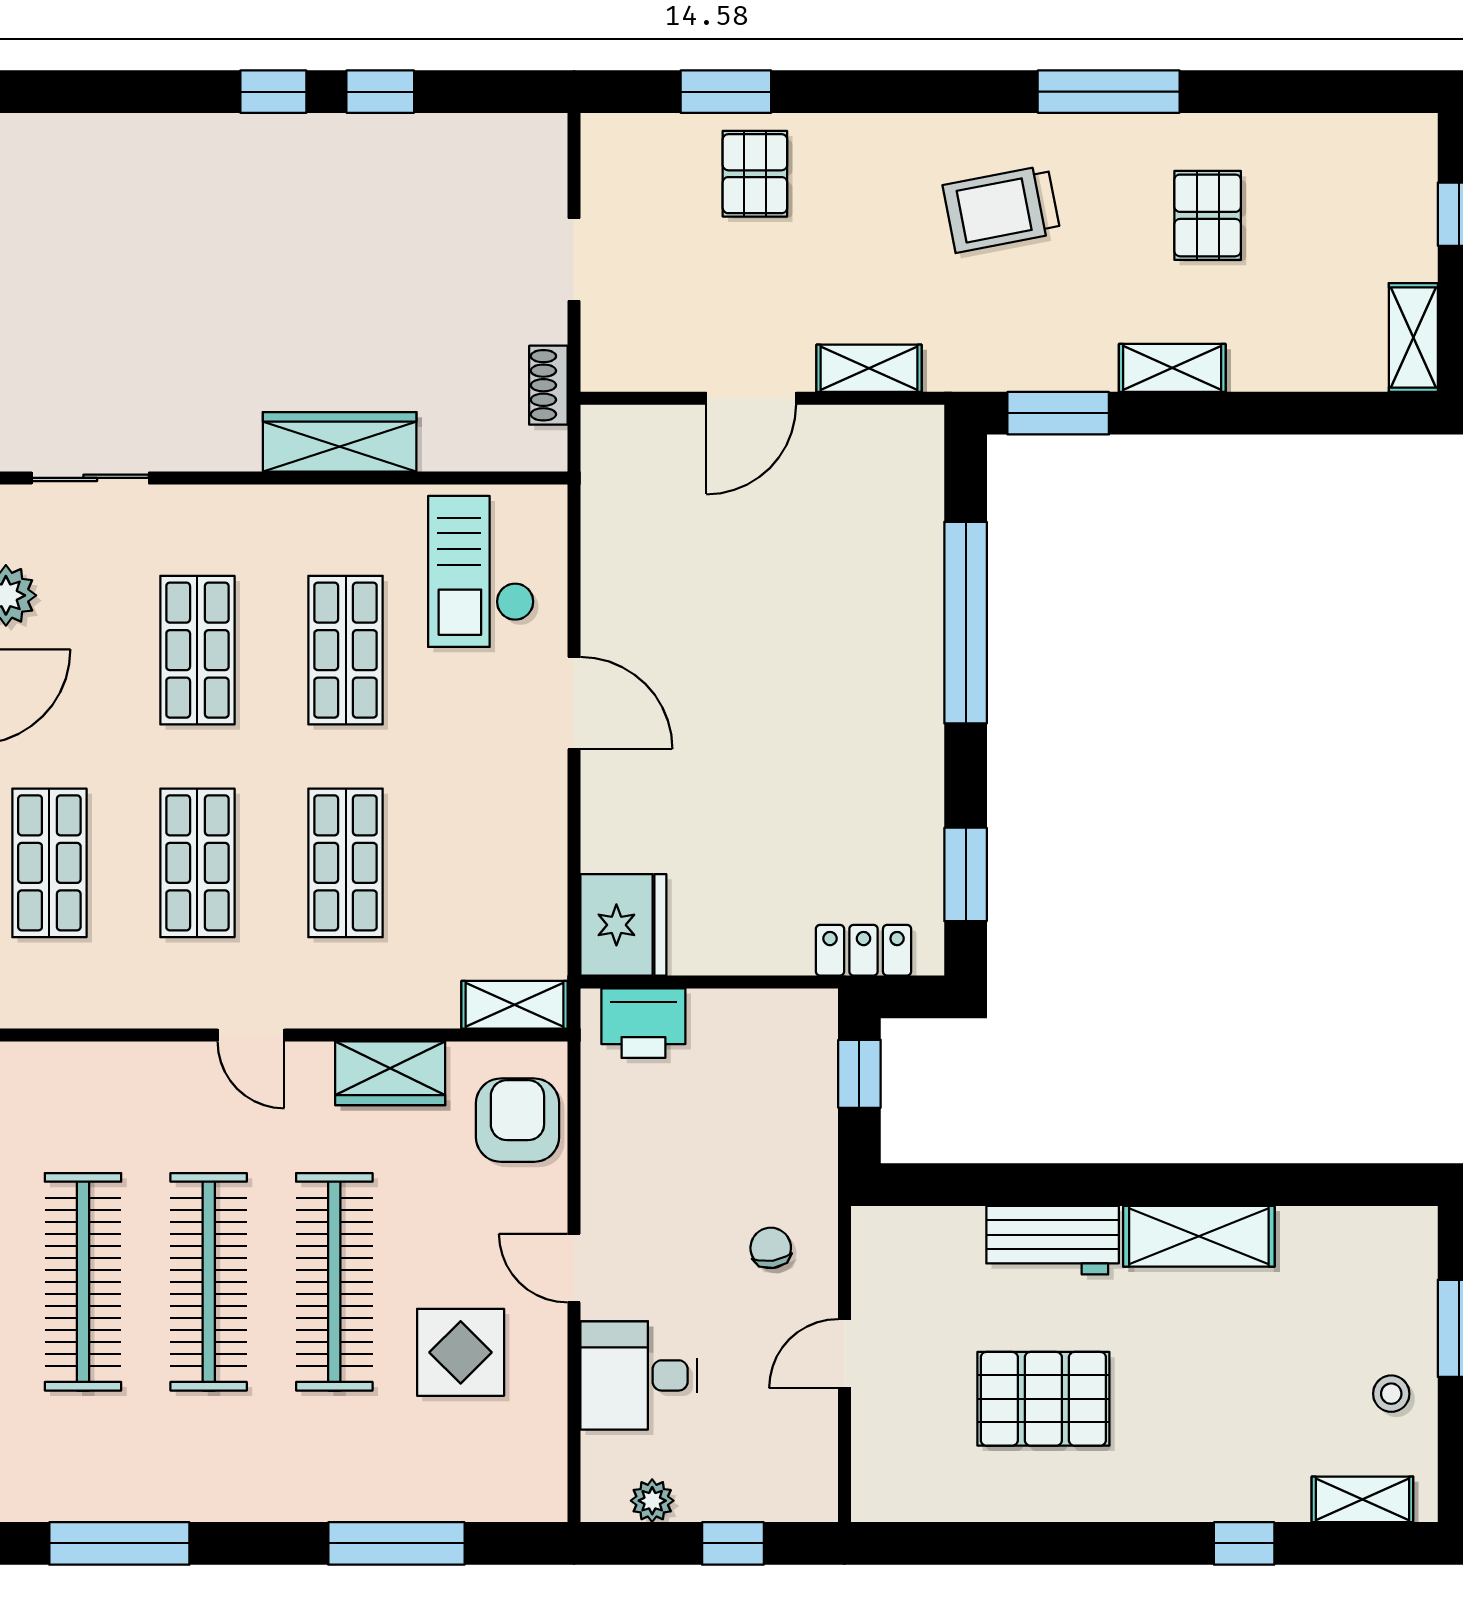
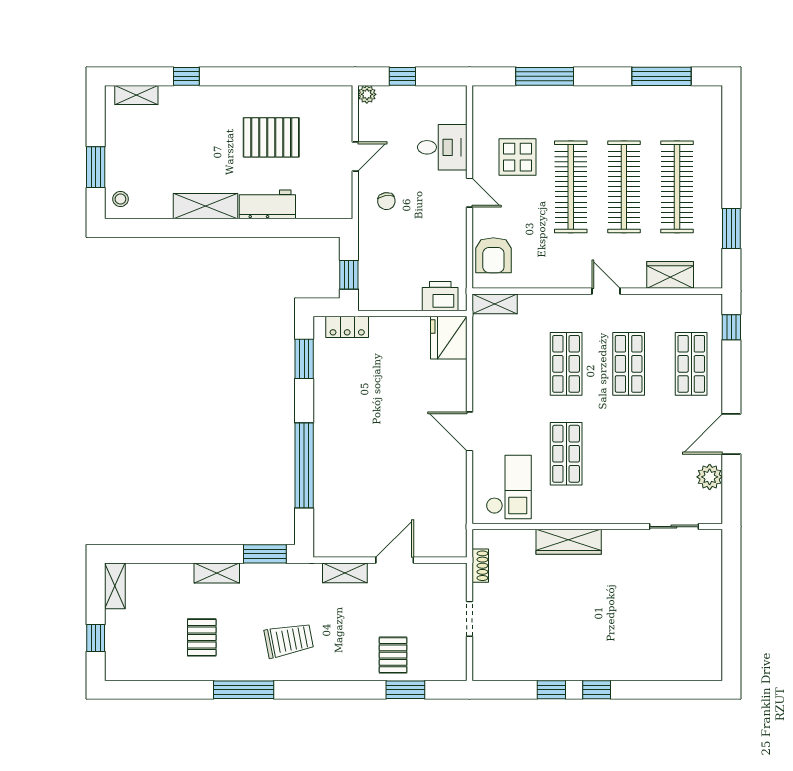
shop shelf: (197, 650) -> (629, 454), removed
wardrobe: (390, 1073) -> (670, 275), moved
stool: (1391, 1394) -> (120, 199), moved
plant: (652, 1501) -> (367, 94), moved

